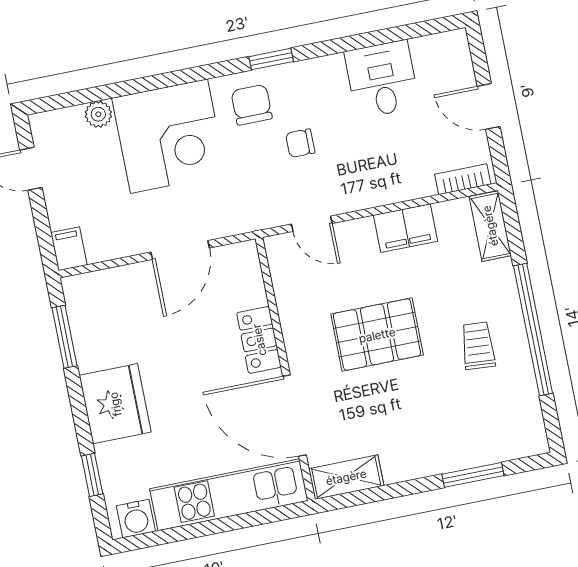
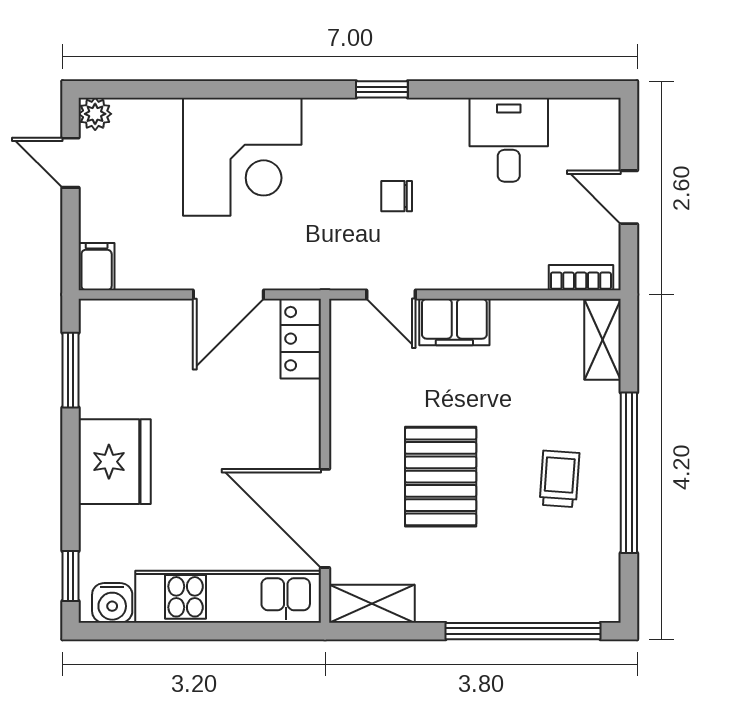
chair: (252, 105) -> (348, 139), removed
plant: (98, 114) -> (95, 114), moved
filing cabinet: (406, 228) -> (454, 322), moved
pallet: (377, 335) -> (441, 477), moved, turned 90
locker: (259, 340) -> (301, 339), moved
window: (92, 475) -> (71, 576), moved
window: (473, 475) -> (523, 631), width x2.11

